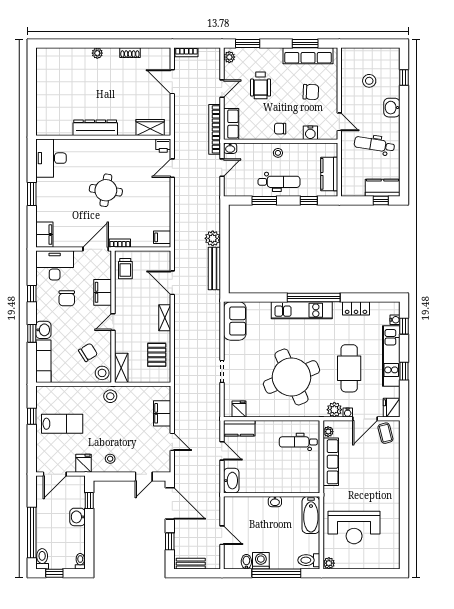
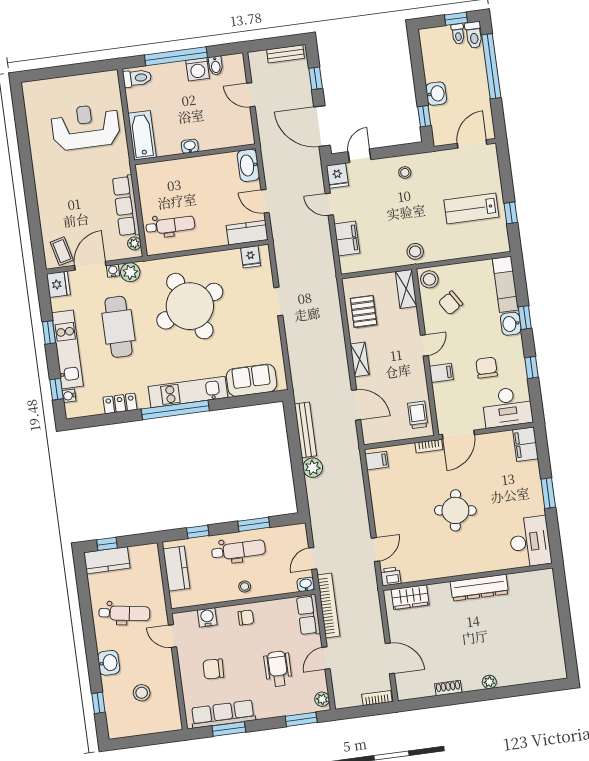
dental chair: (279, 182) -> (238, 550), turned 180
filing cabinet: (103, 292) -> (441, 373), width x0.50
sofa: (235, 321) -> (252, 380), moved, turned 90
fridge: (84, 463) -> (337, 176), moved
toilet: (80, 561) -> (458, 34), moved
plant: (329, 563) -> (111, 78), removed

